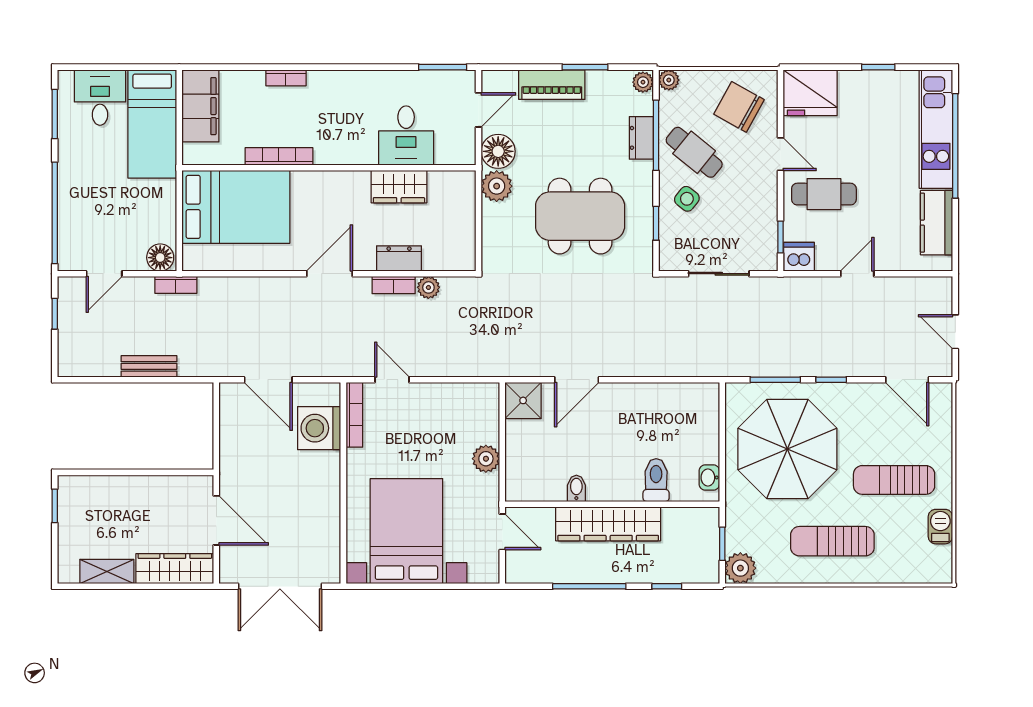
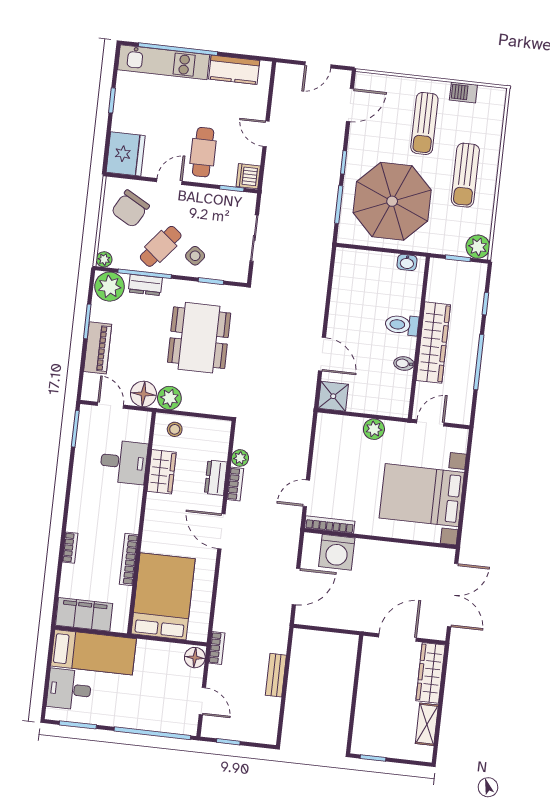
plant: (643, 82) -> (110, 287), width x1.88, depth x1.88
stool: (456, 198) -> (175, 429), added
toilet: (656, 480) -> (402, 325), moved

